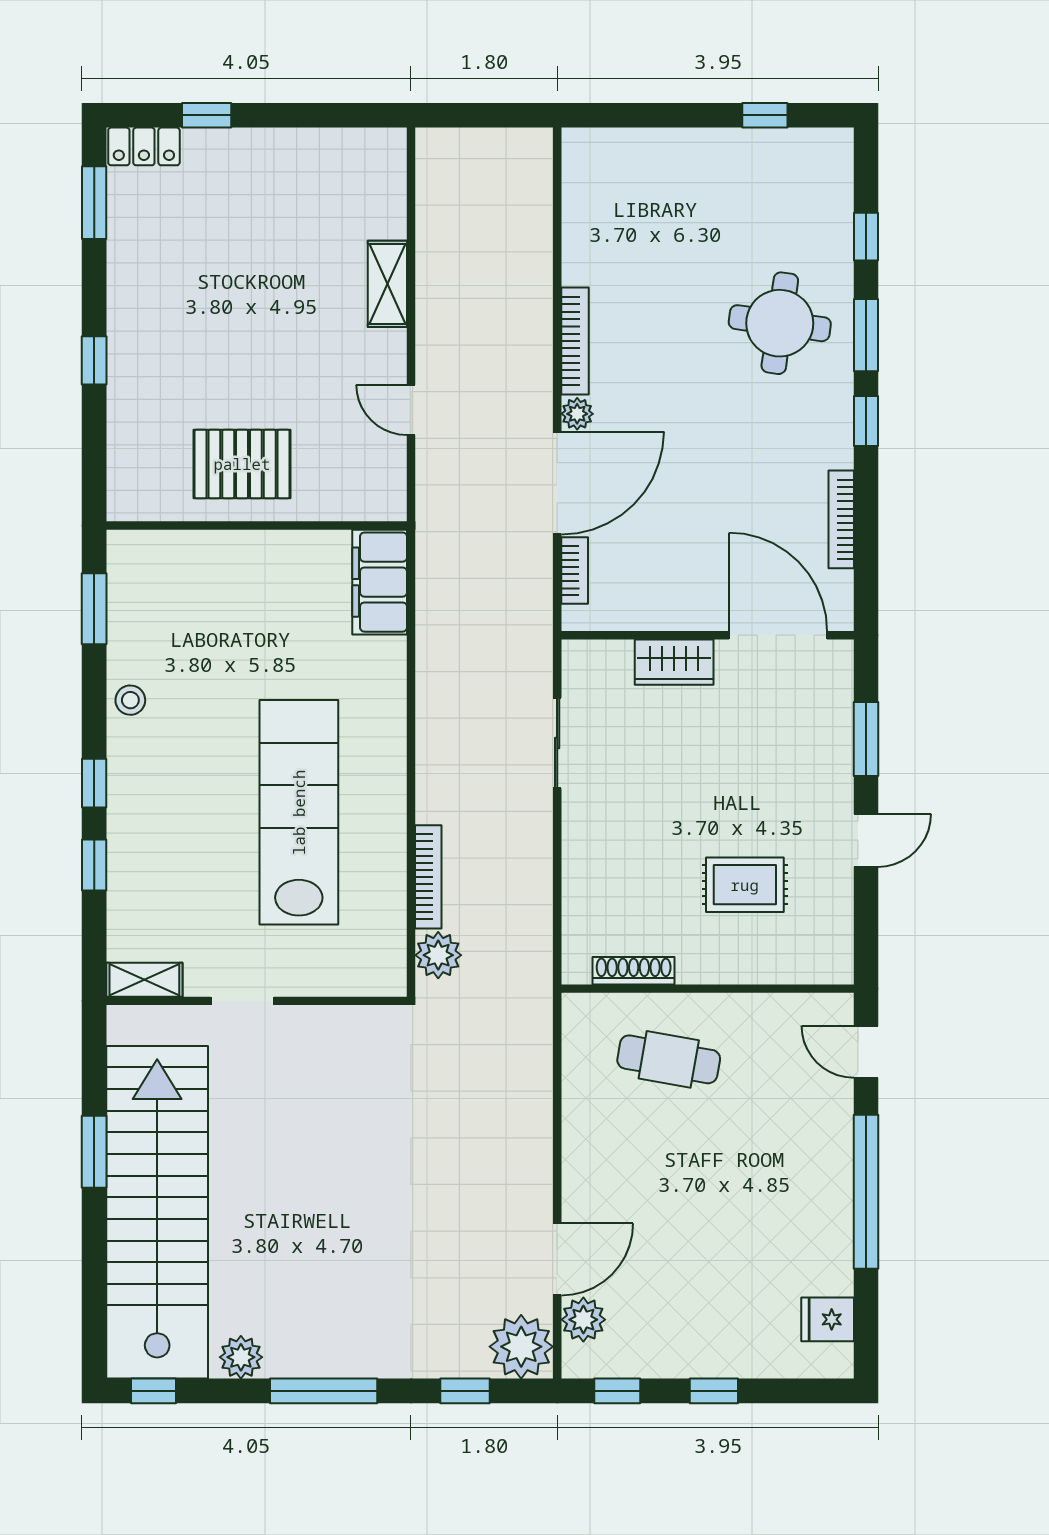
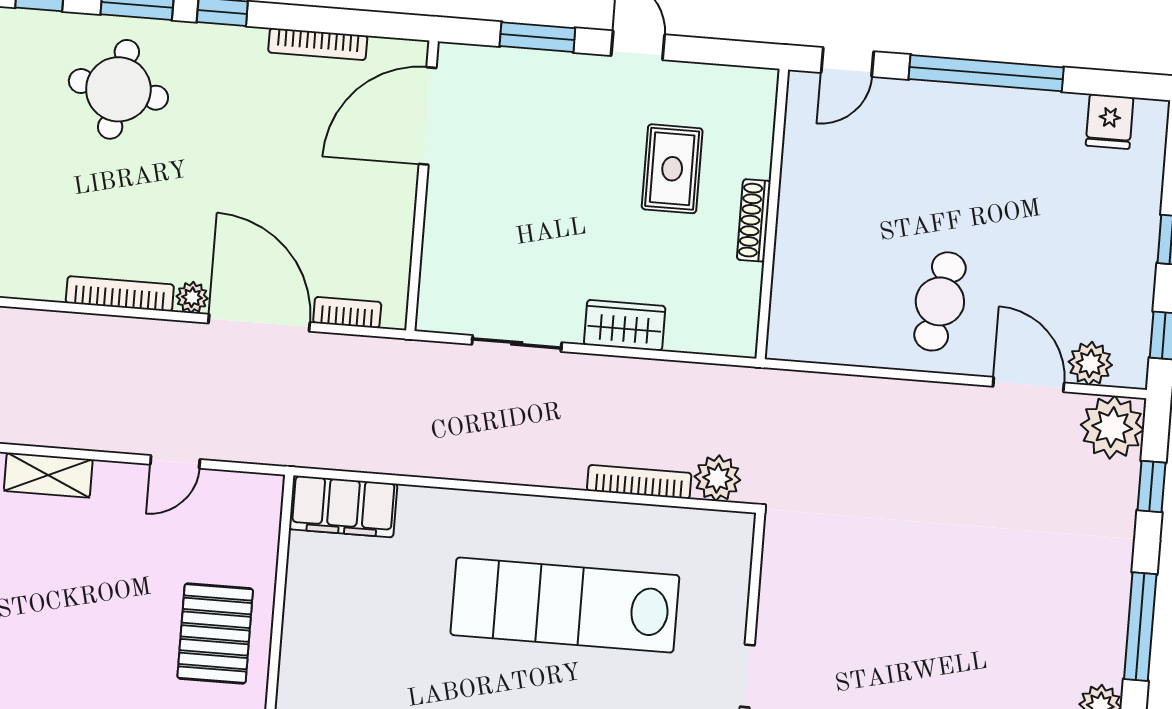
wardrobe: (674, 662) -> (625, 325), moved, turned -90
shoe rack: (634, 971) -> (754, 220), moved
cafe table: (669, 1059) -> (940, 301), moved

